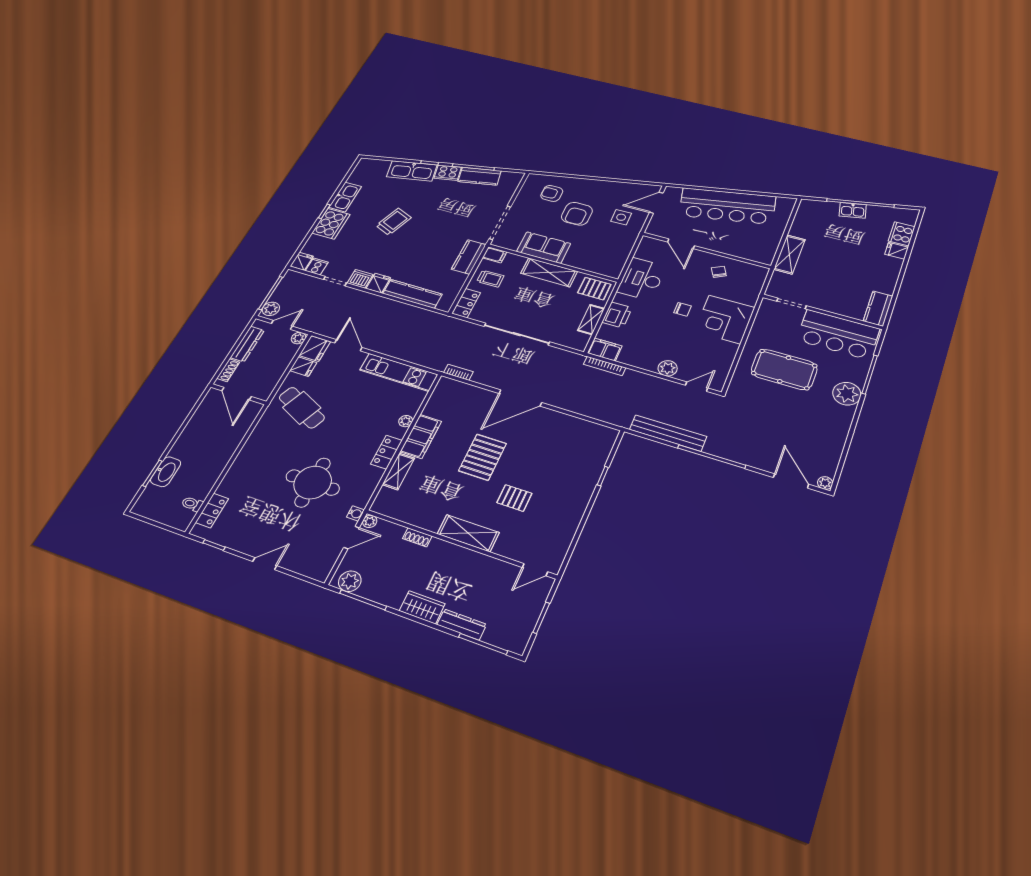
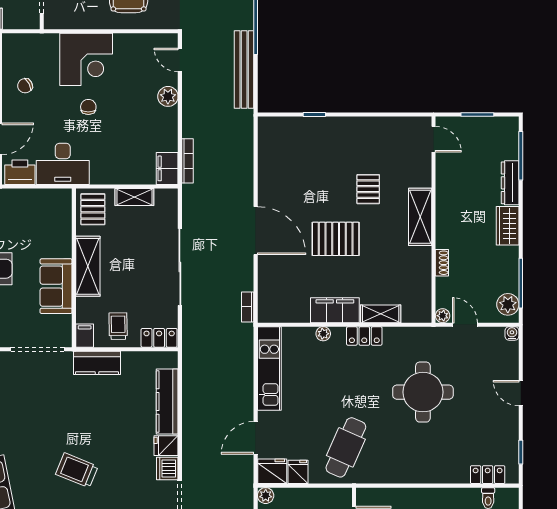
printer: (617, 315) -> (20, 172), moved
water cooler: (356, 513) -> (512, 333), moved

